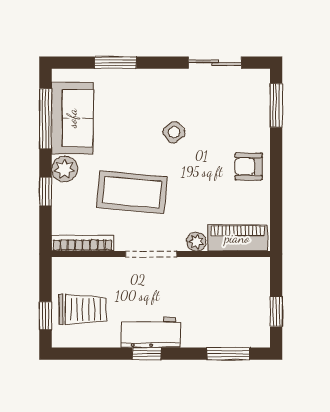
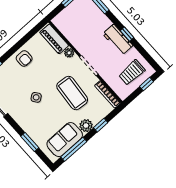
trolley: (83, 309) -> (132, 72), turned -90

